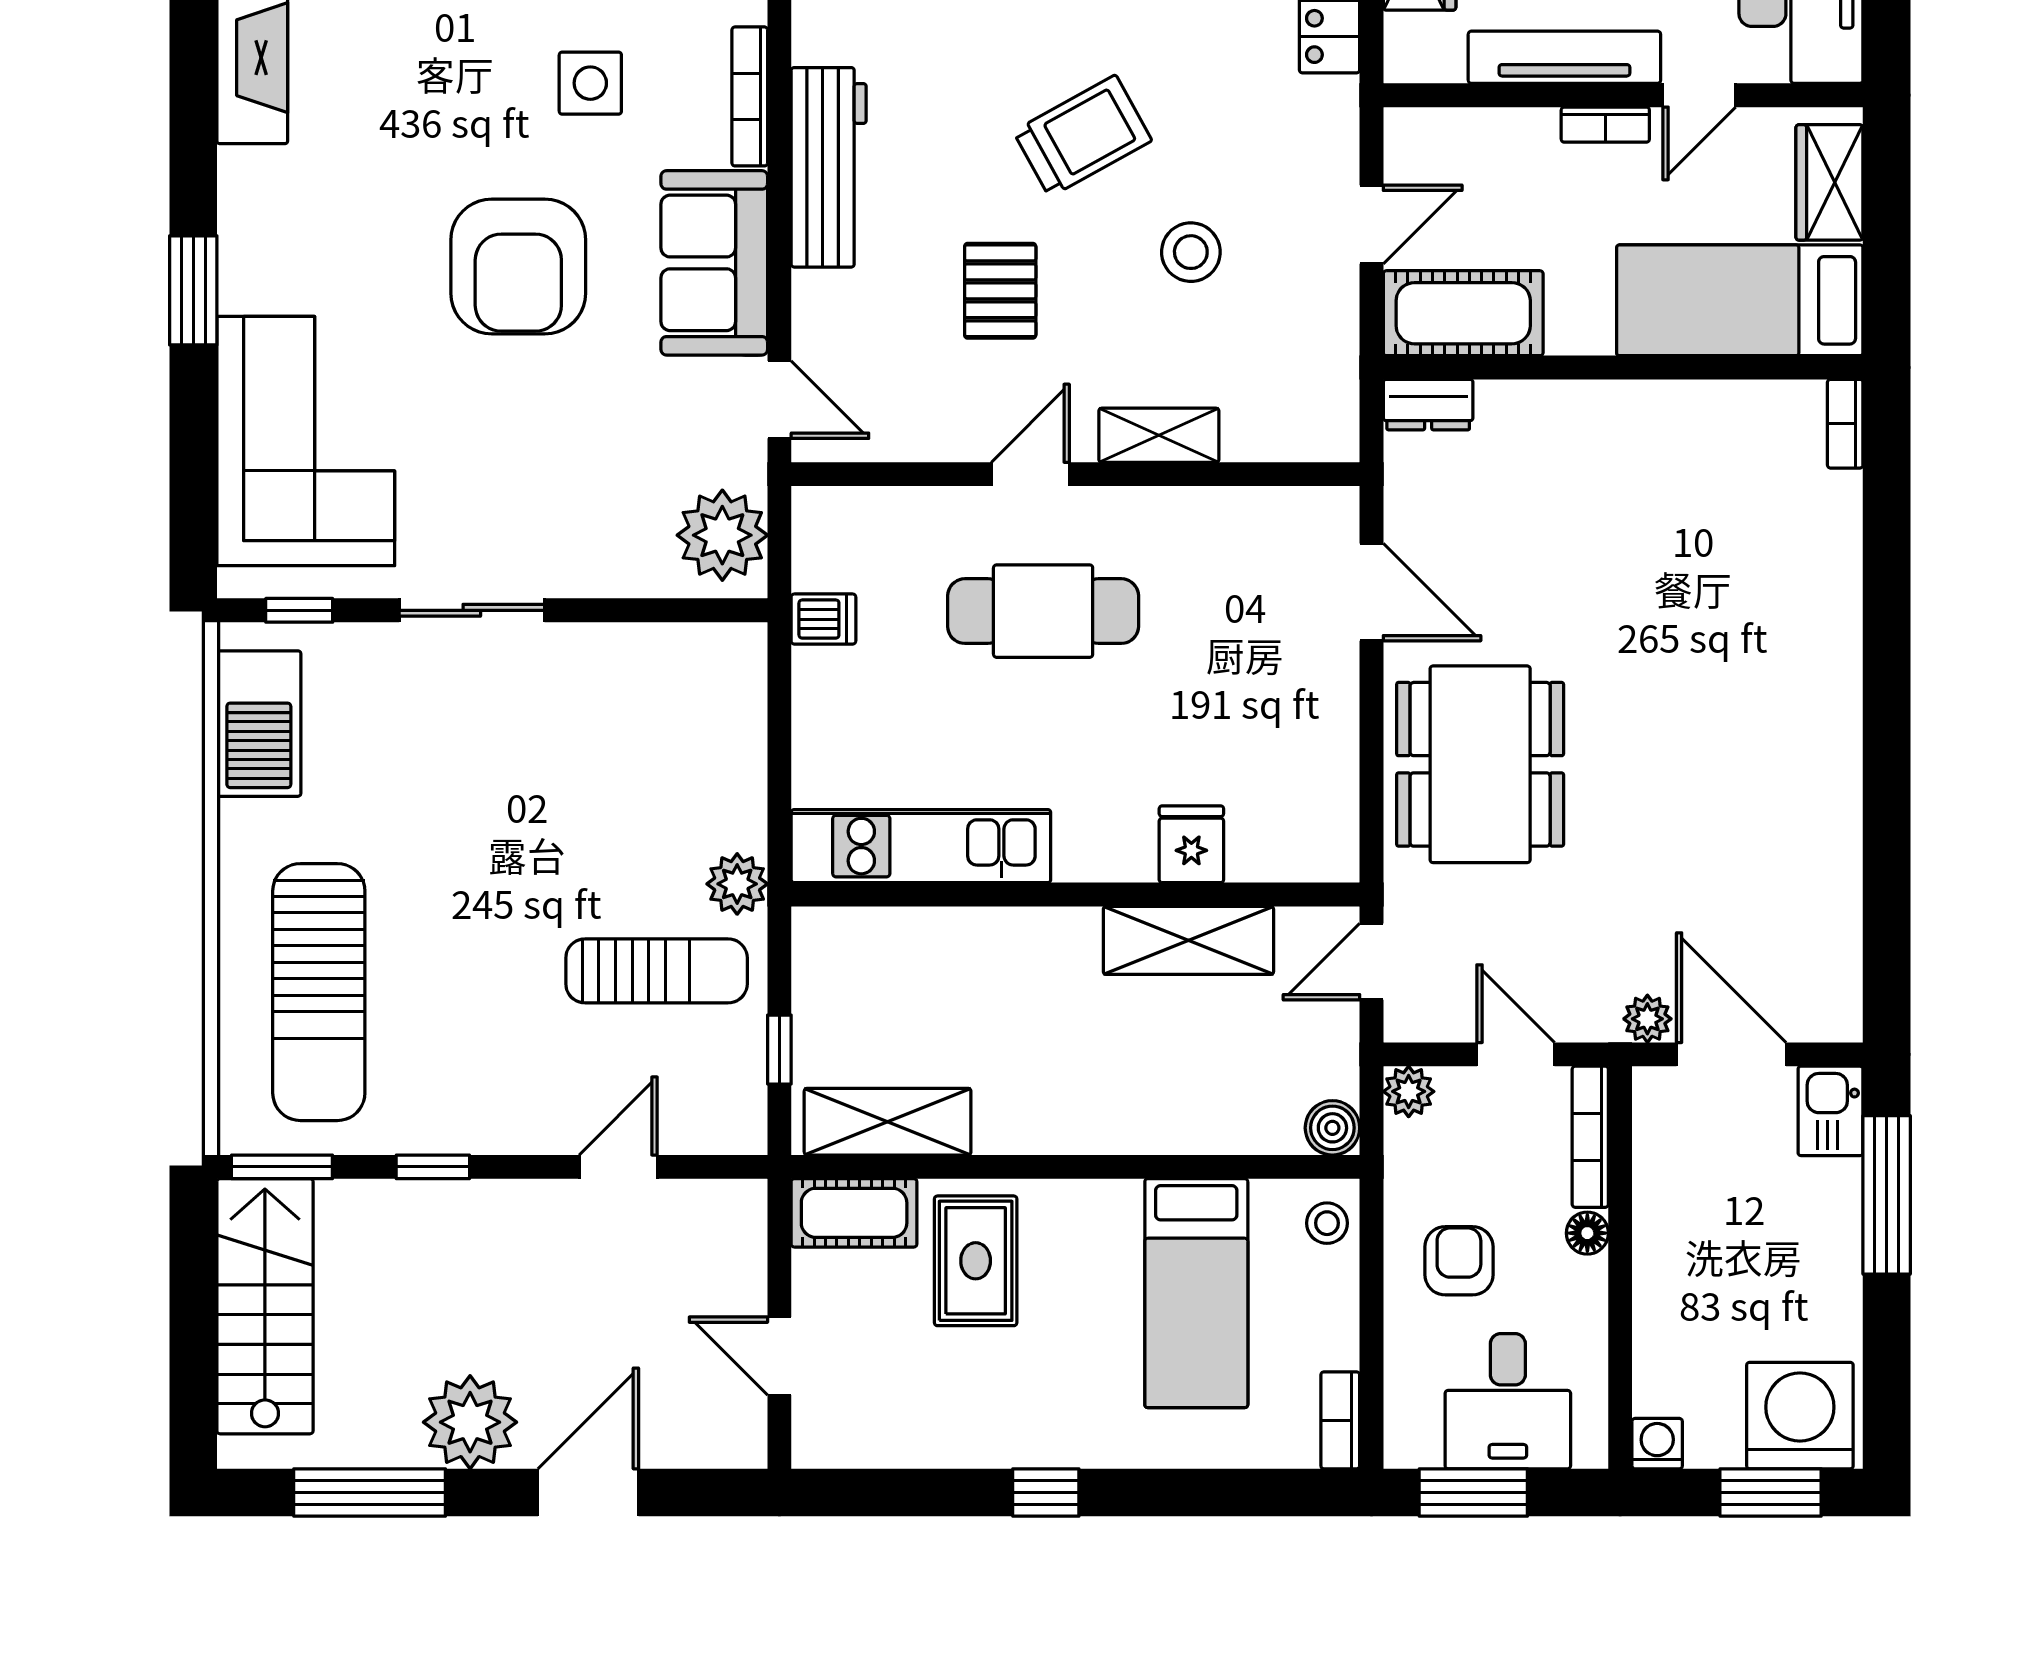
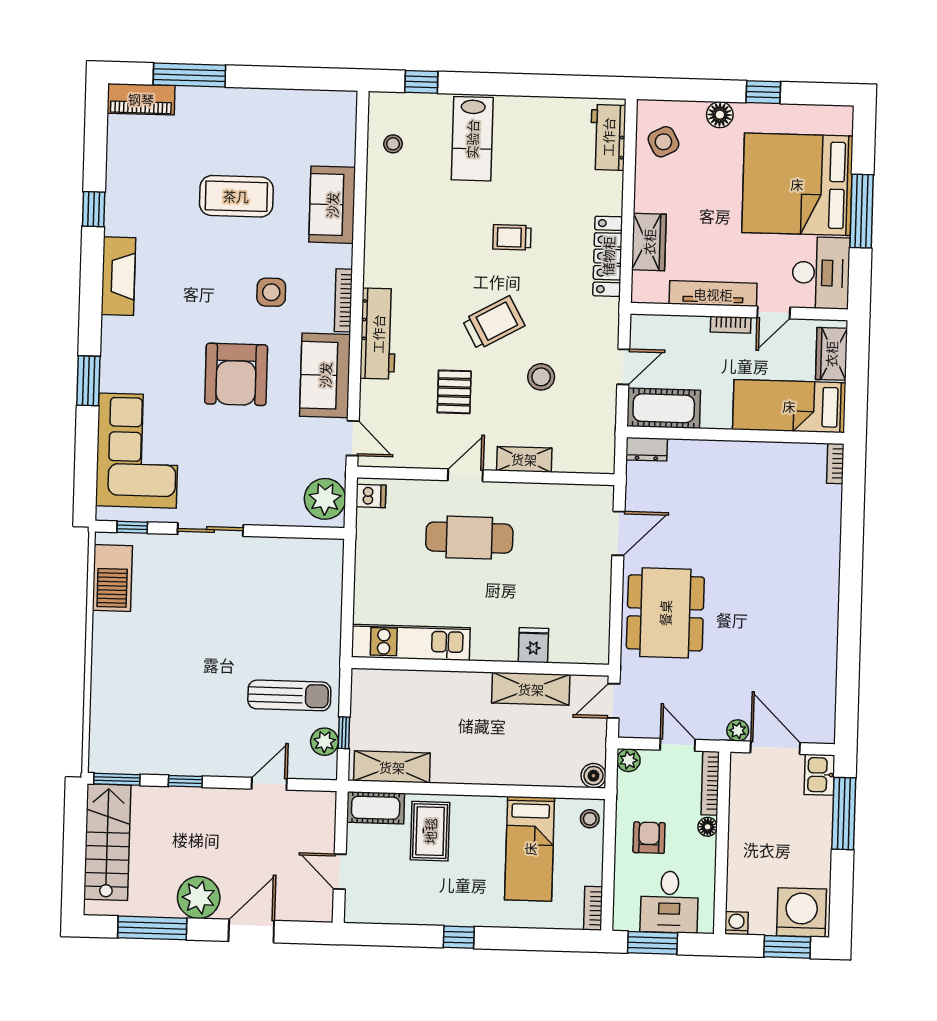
door: (1371, 592) -> (618, 533), hinge flipped
dishwasher: (824, 619) -> (371, 496), moved
plant: (737, 884) -> (324, 742), moved
sun lounger: (319, 992) -> (136, 701), removed

